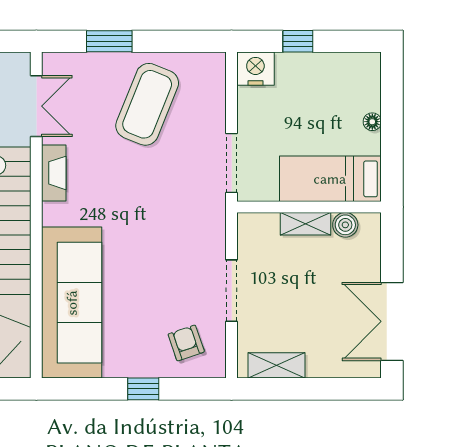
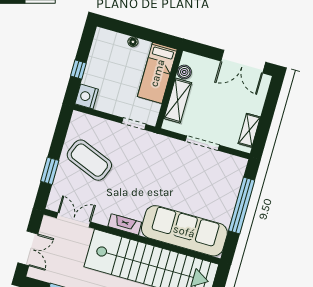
doorway: (232, 163) -> (134, 124), width x0.73
fireplace: (54, 173) -> (125, 224), moved
shelving: (305, 224) -> (178, 101), width x1.50, depth x1.33
armchair: (186, 343) -> (224, 175), removed
window: (143, 389) -> (242, 205), width x3.17

